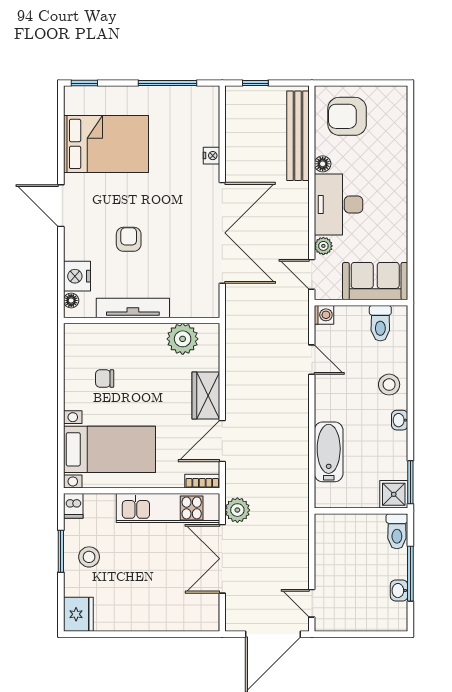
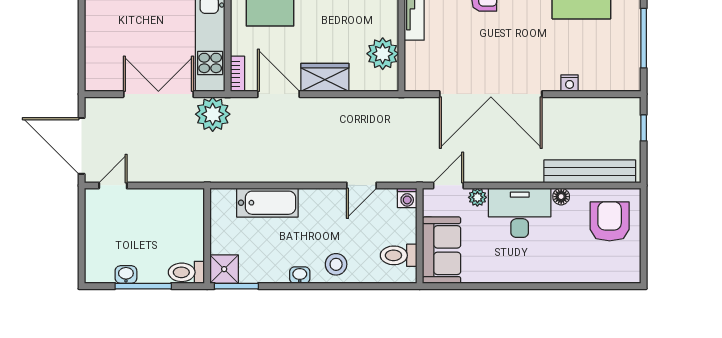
plant: (237, 510) -> (213, 114), width x1.36, depth x1.36

